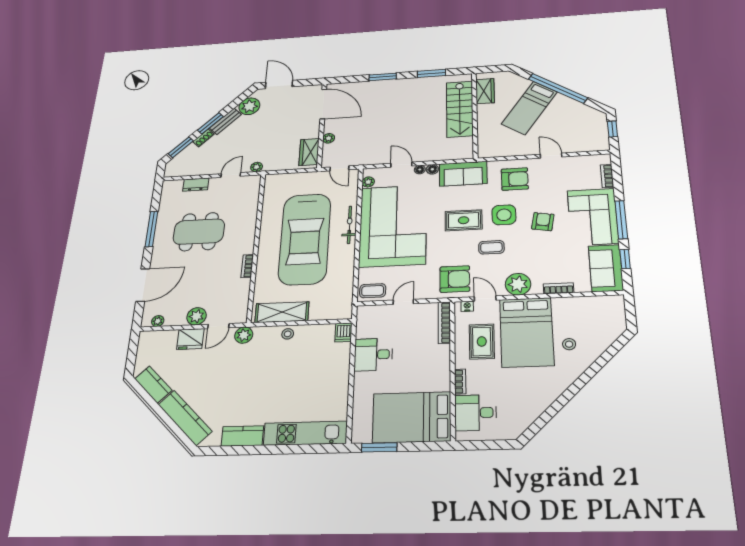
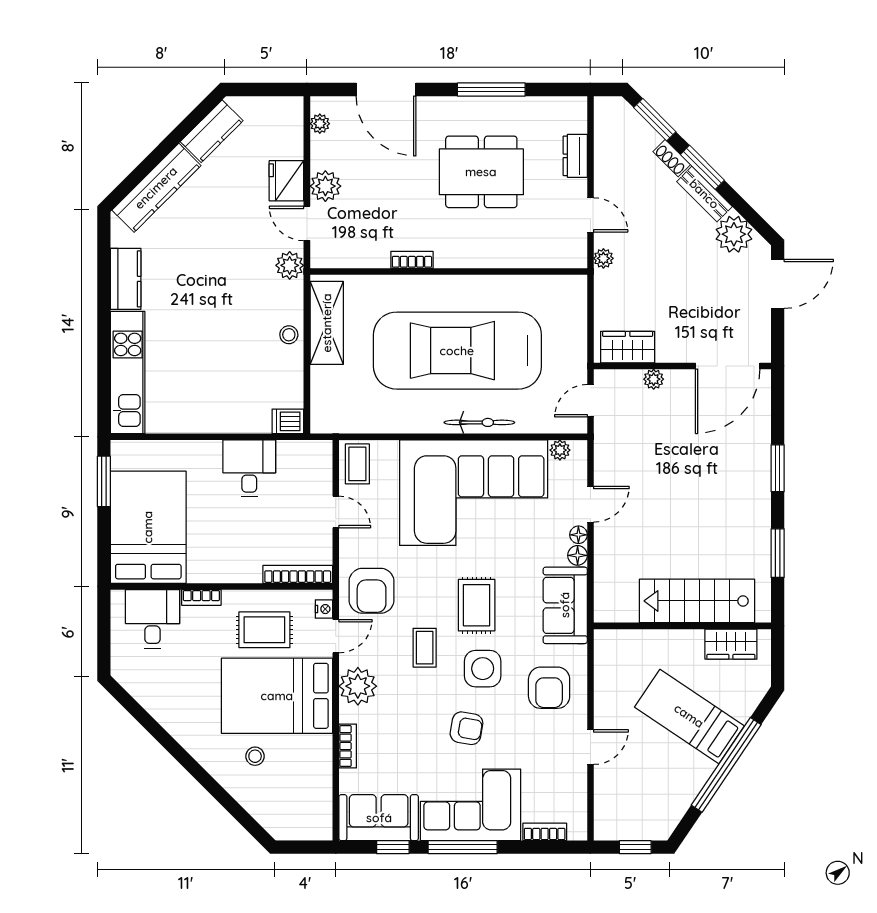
dining table: (199, 232) -> (481, 172), turned 90

